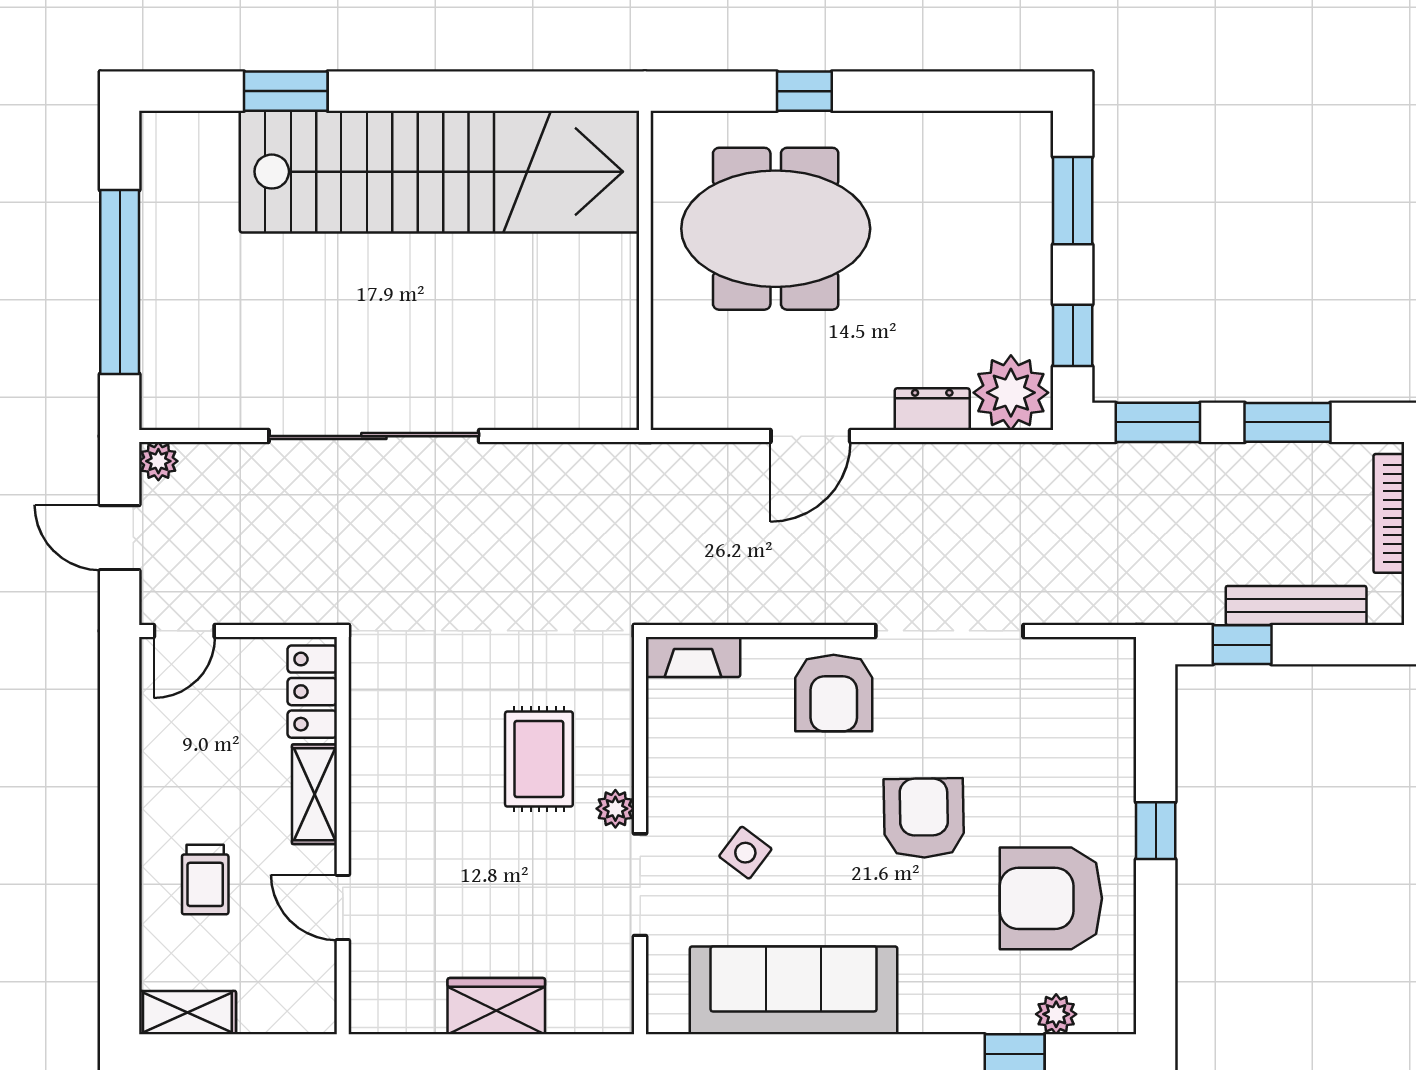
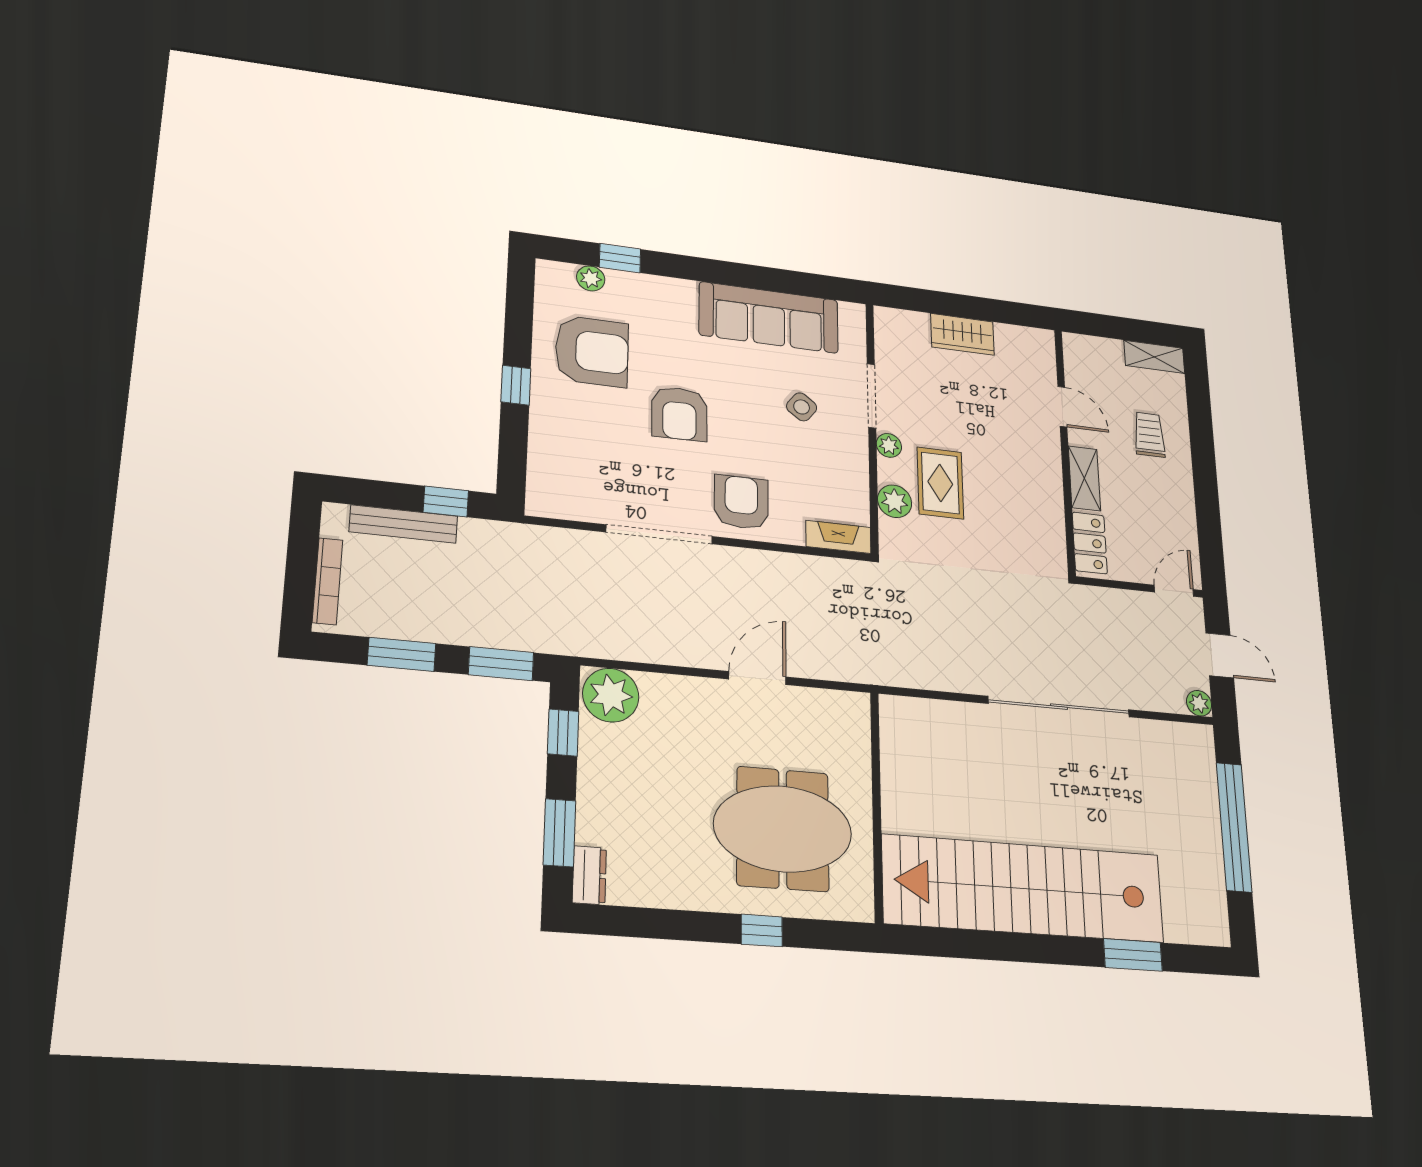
dresser: (932, 409) -> (589, 875), moved, turned -90
plant: (609, 722) -> (895, 501), added

